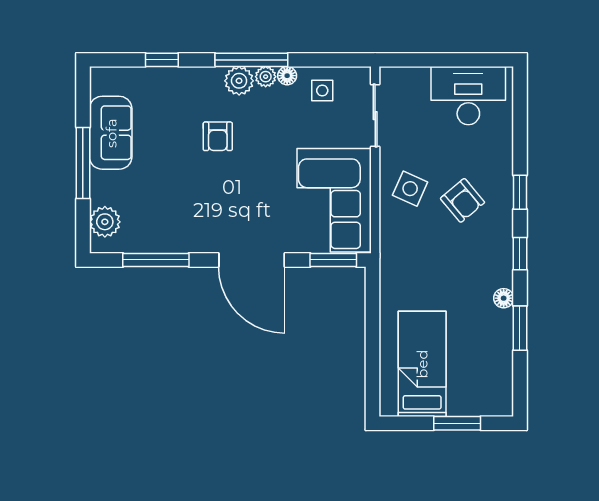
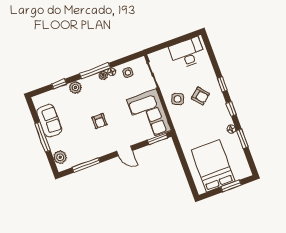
plant: (239, 81) -> (75, 87), moved
armchair: (218, 136) -> (99, 121), moved
door: (252, 260) -> (125, 151), width x0.53
bed: (422, 364) -> (213, 166), width x1.50

